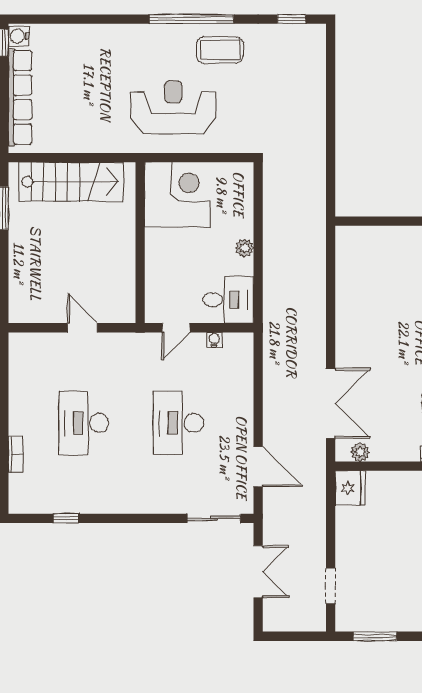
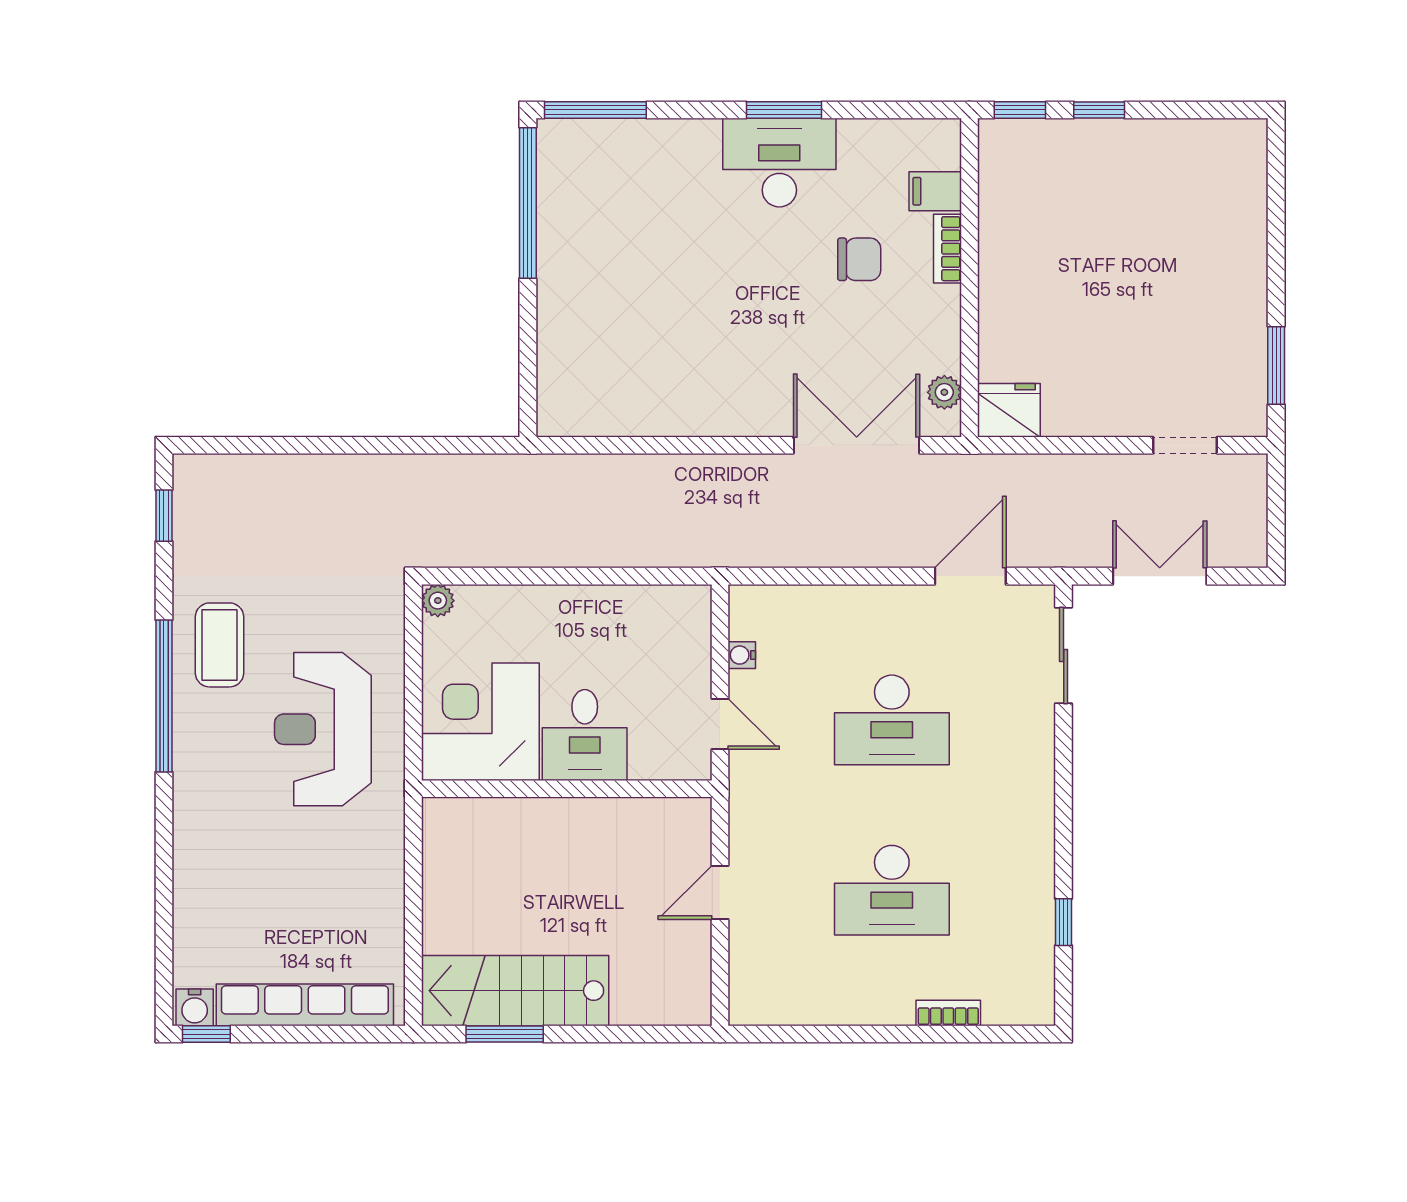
stairs: (71, 182) -> (515, 991), moved, turned -90
plant: (244, 248) -> (438, 601), moved
desk: (228, 300) -> (585, 735), moved, turned 180

